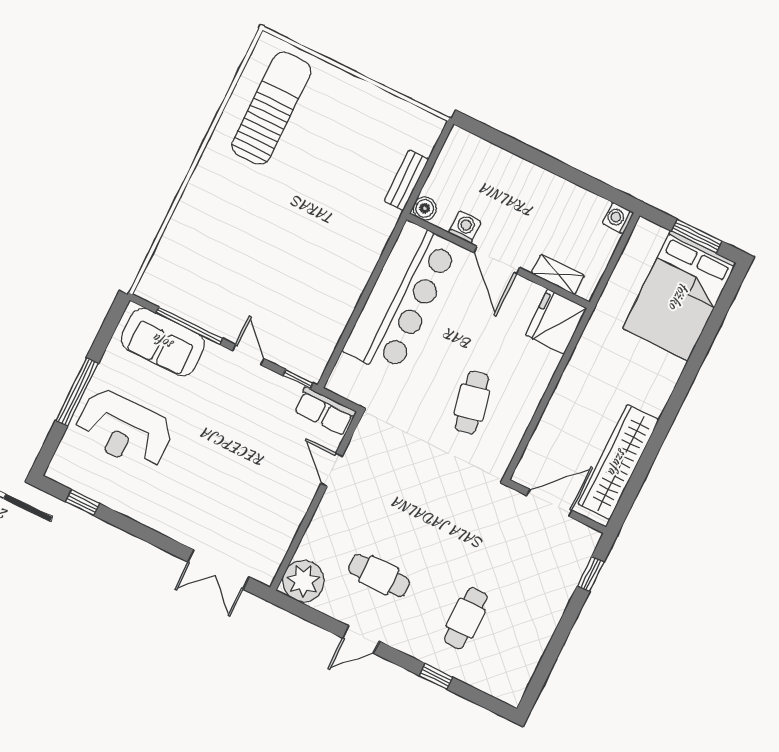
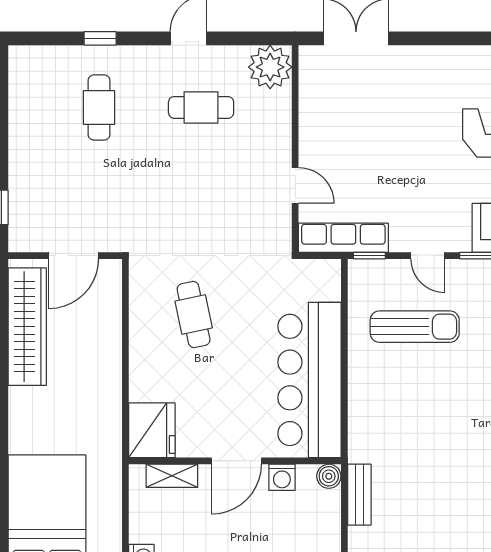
door: (497, 260) -> (236, 461), swing flipped
sun lounger: (289, 300) -> (415, 327), added
row of seats: (325, 411) -> (343, 238), width x1.48

